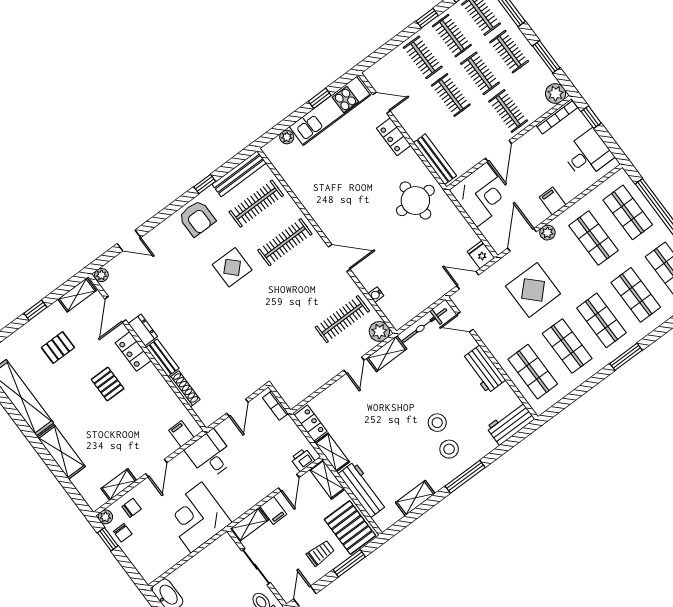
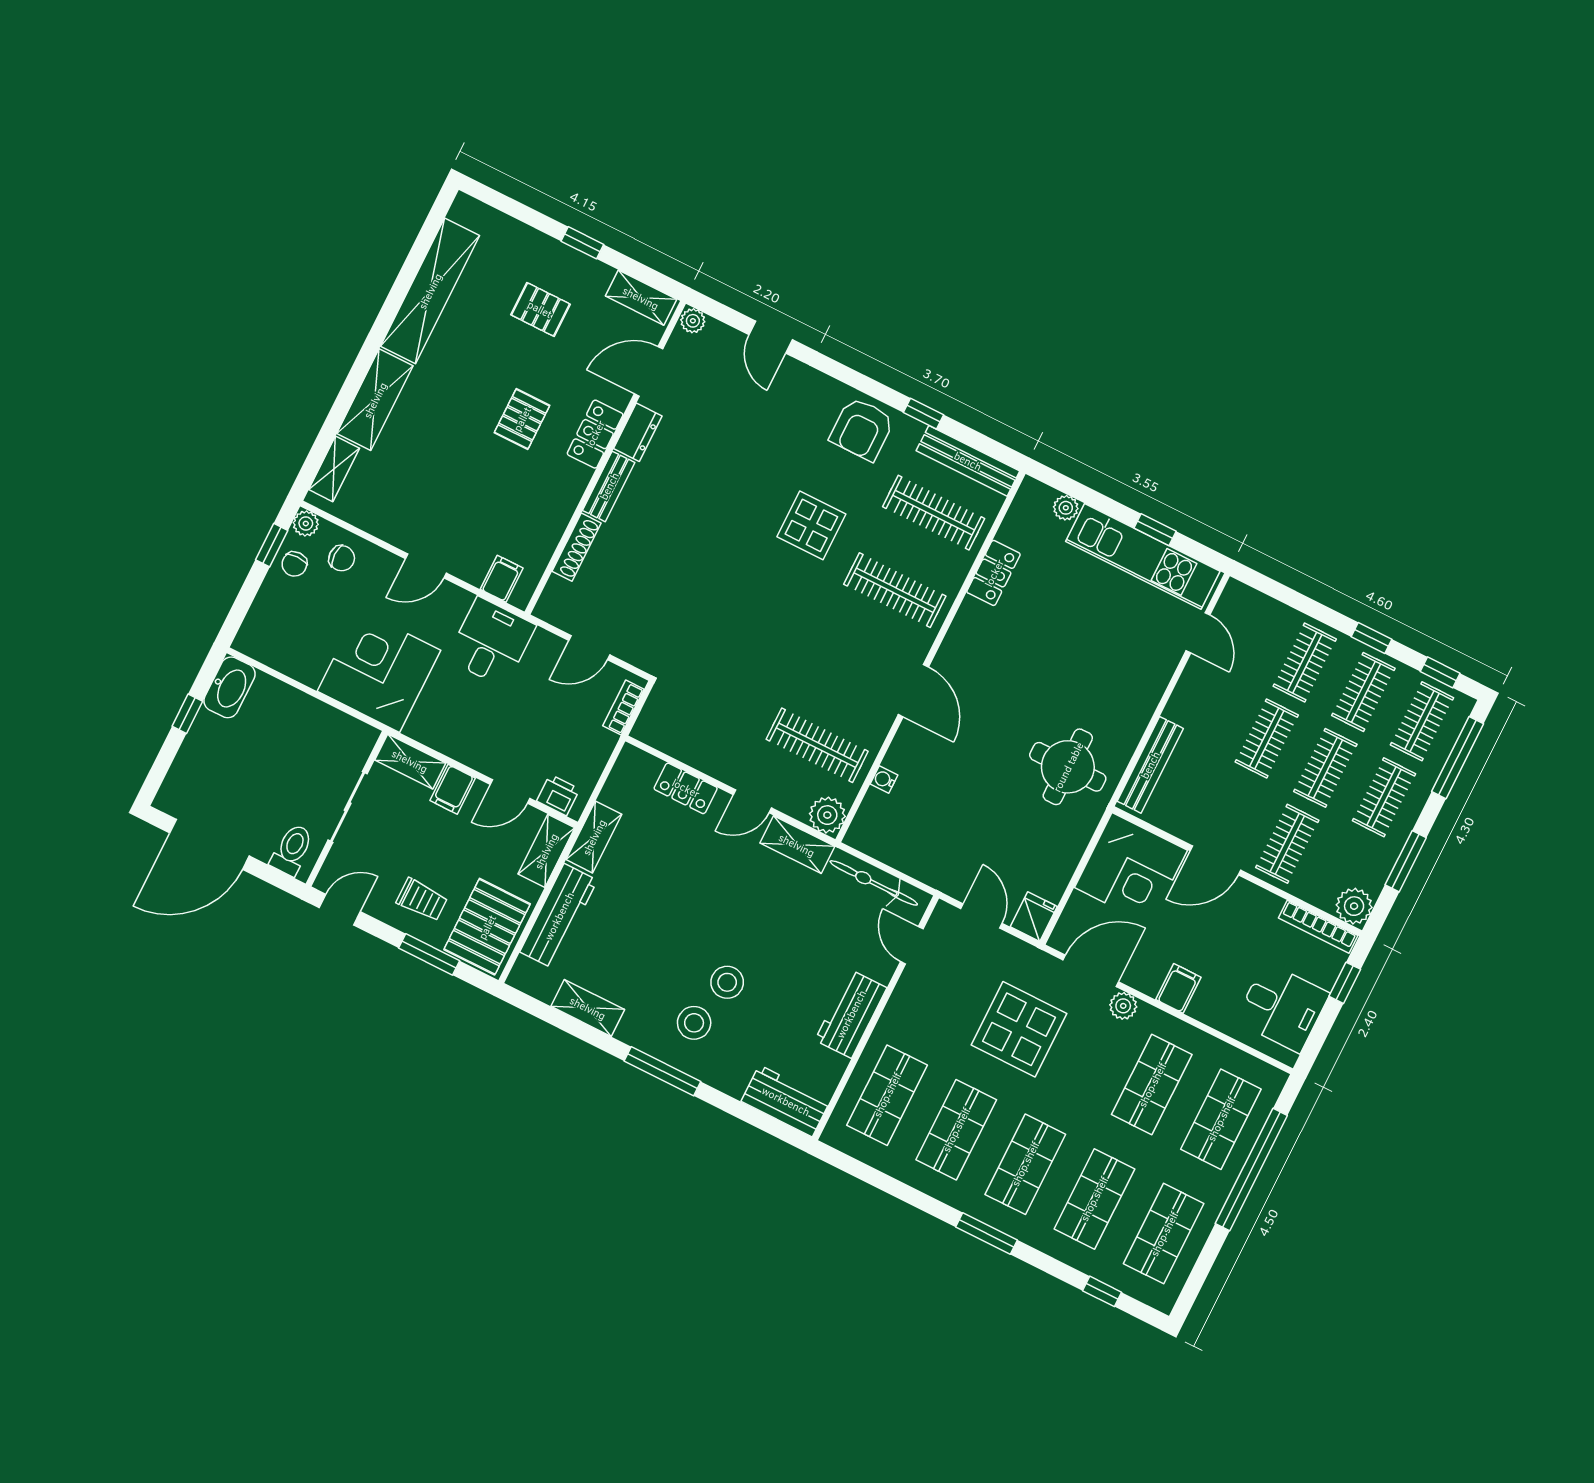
locker: (394, 137) -> (994, 573), moved, turned 180
locker: (311, 423) -> (686, 788), moved, turned 90
shelving: (119, 484) -> (334, 469), moved, turned 90

